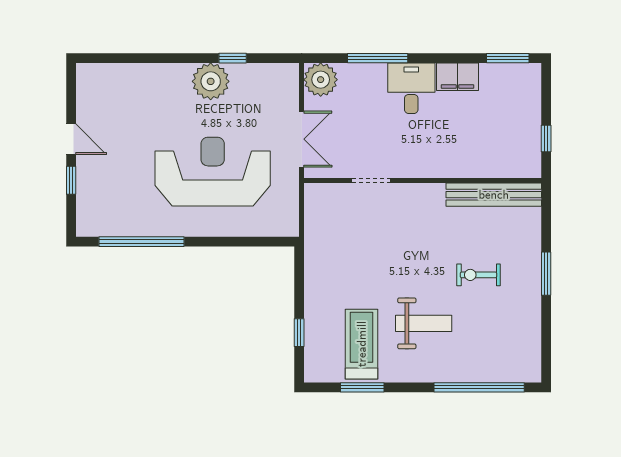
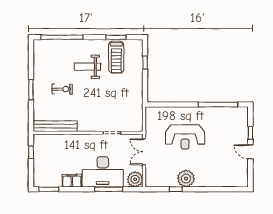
desk: (411, 88) -> (103, 172), width x1.87, depth x1.30
reception desk: (213, 172) -> (185, 137), width x0.74, depth x0.77

